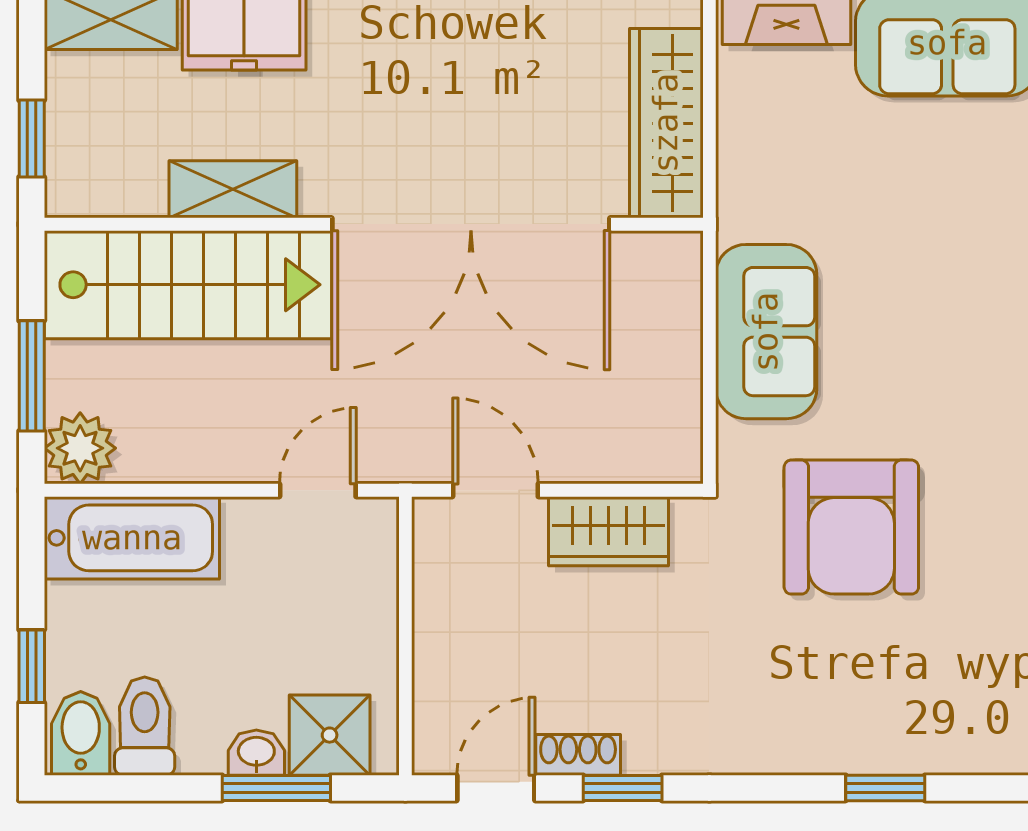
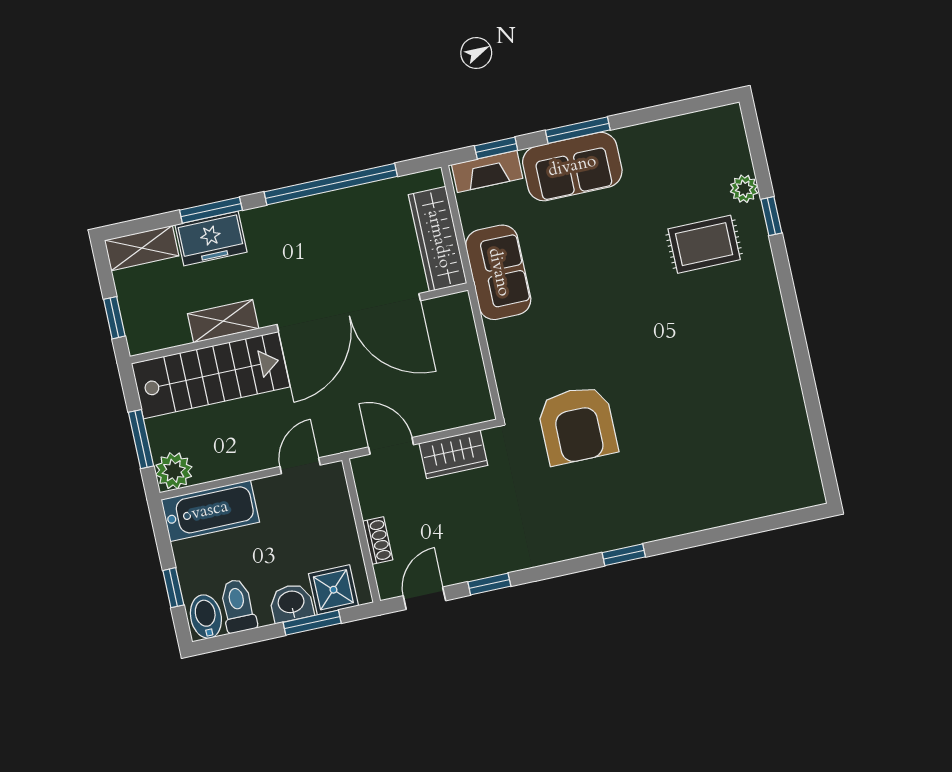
sofa: (766, 332) -> (498, 272), moved
washbasin: (256, 753) -> (291, 603), width x1.38, depth x1.45
shoe rack: (578, 755) -> (378, 541), moved, turned 90

